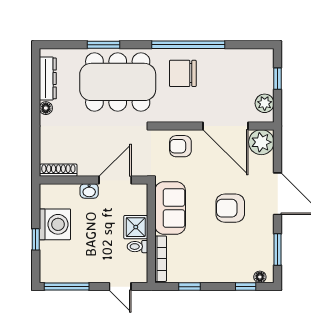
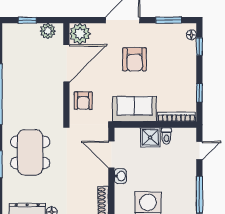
chair: (183, 73) -> (23, 99), removed
dining table: (118, 82) -> (30, 152), width x0.73, depth x0.80

